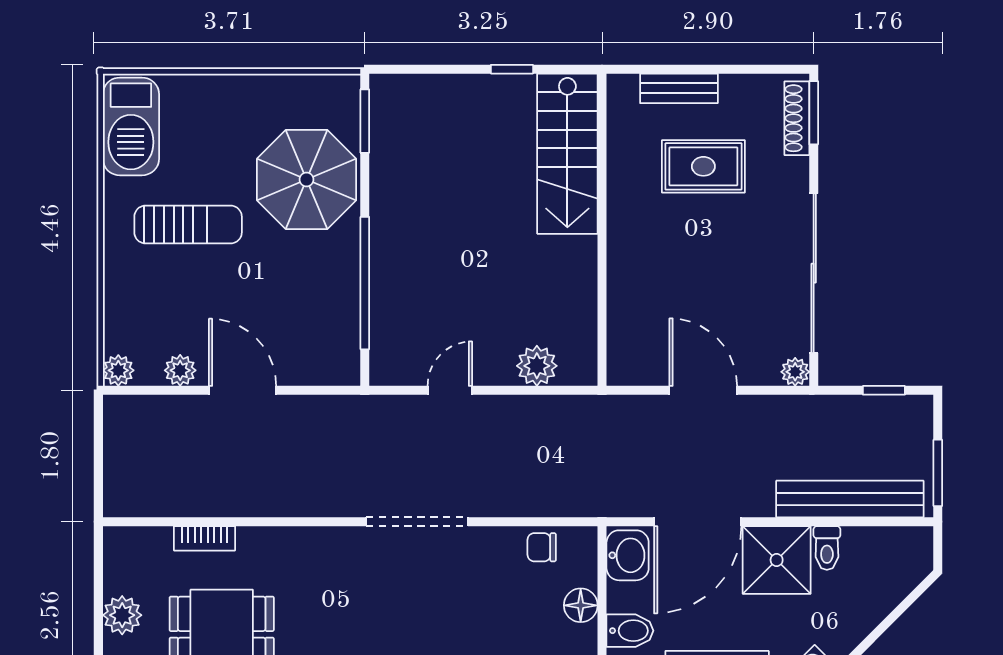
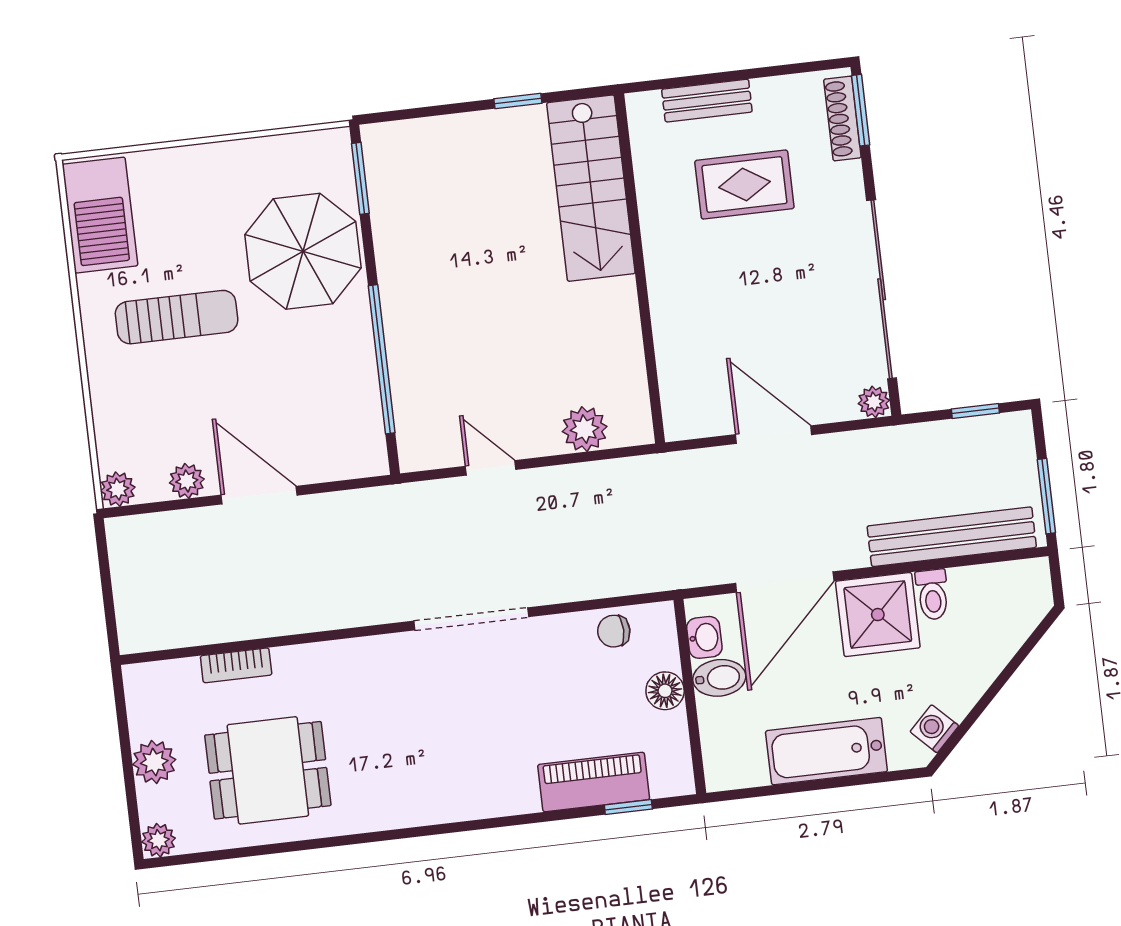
door: (450, 390) -> (491, 468), hinge flipped
washbasin: (628, 555) -> (704, 637), width x0.72, depth x0.69
bidet: (630, 631) -> (719, 678), moved

